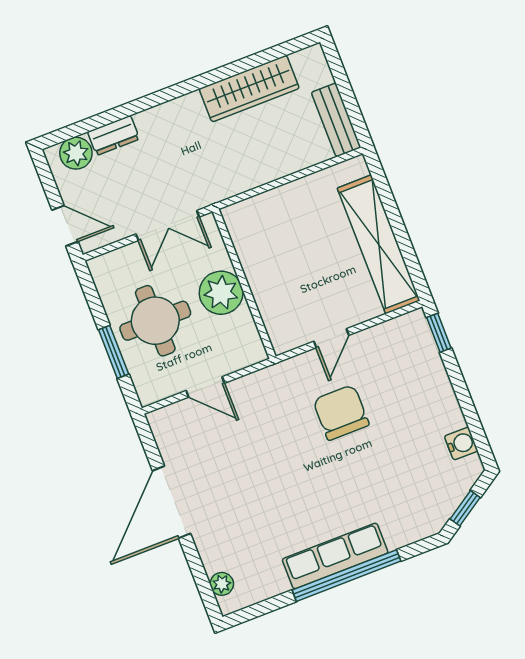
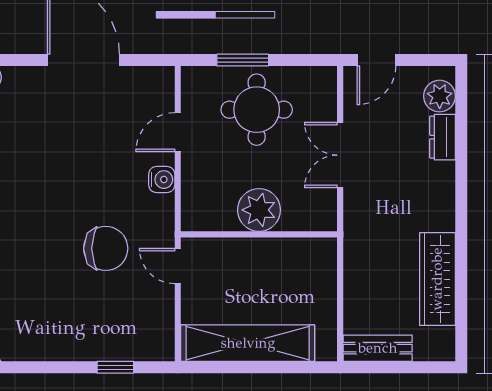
wall: (244, 284) -> (259, 234), moved
plant: (221, 293) -> (259, 210), moved
window: (439, 333) -> (115, 367), moved
water cooler: (461, 444) -> (162, 180), moved, turned -90

